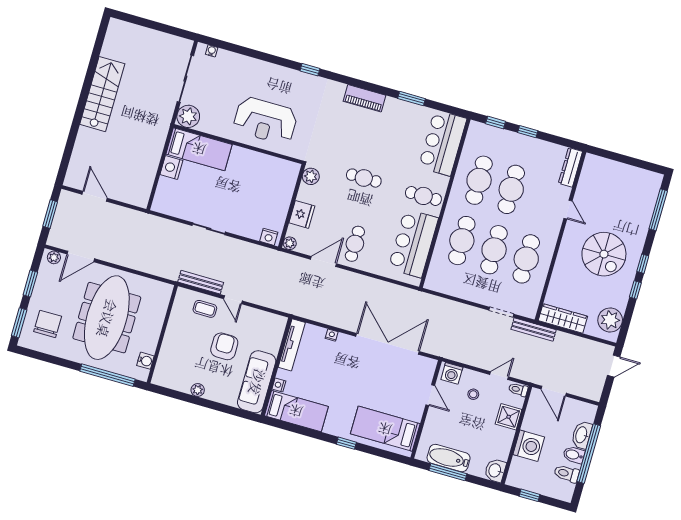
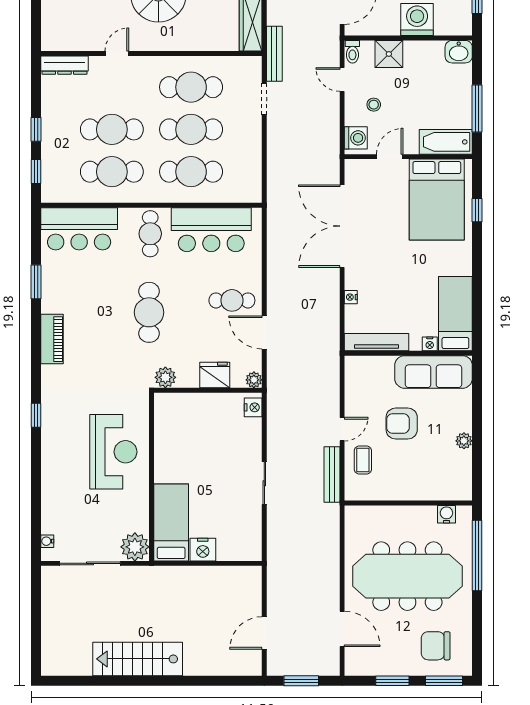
cafe table: (364, 178) -> (149, 312), width x1.37, depth x1.35
plant: (54, 257) -> (353, 661), removed
bed: (385, 429) -> (437, 200), width x1.50
window: (346, 443) -> (477, 210), moved
bathtub: (449, 458) -> (446, 142), moved, turned 90

